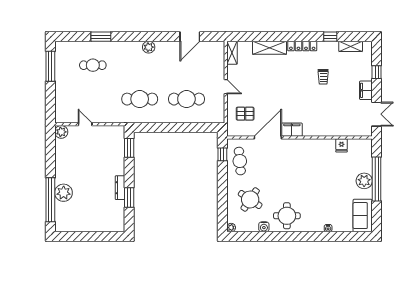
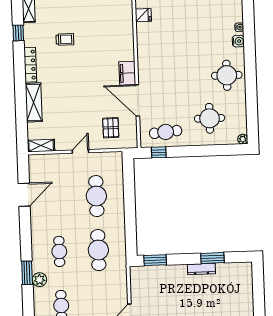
window: (101, 37) -> (27, 273), moved
door: (190, 37) -> (24, 195), hinge flipped
plant: (149, 47) -> (39, 280), moved
cafe table: (140, 65) -> (59, 251), added
round table: (250, 199) -> (210, 118), turned -34
water cooler: (264, 227) -> (238, 41), moved

